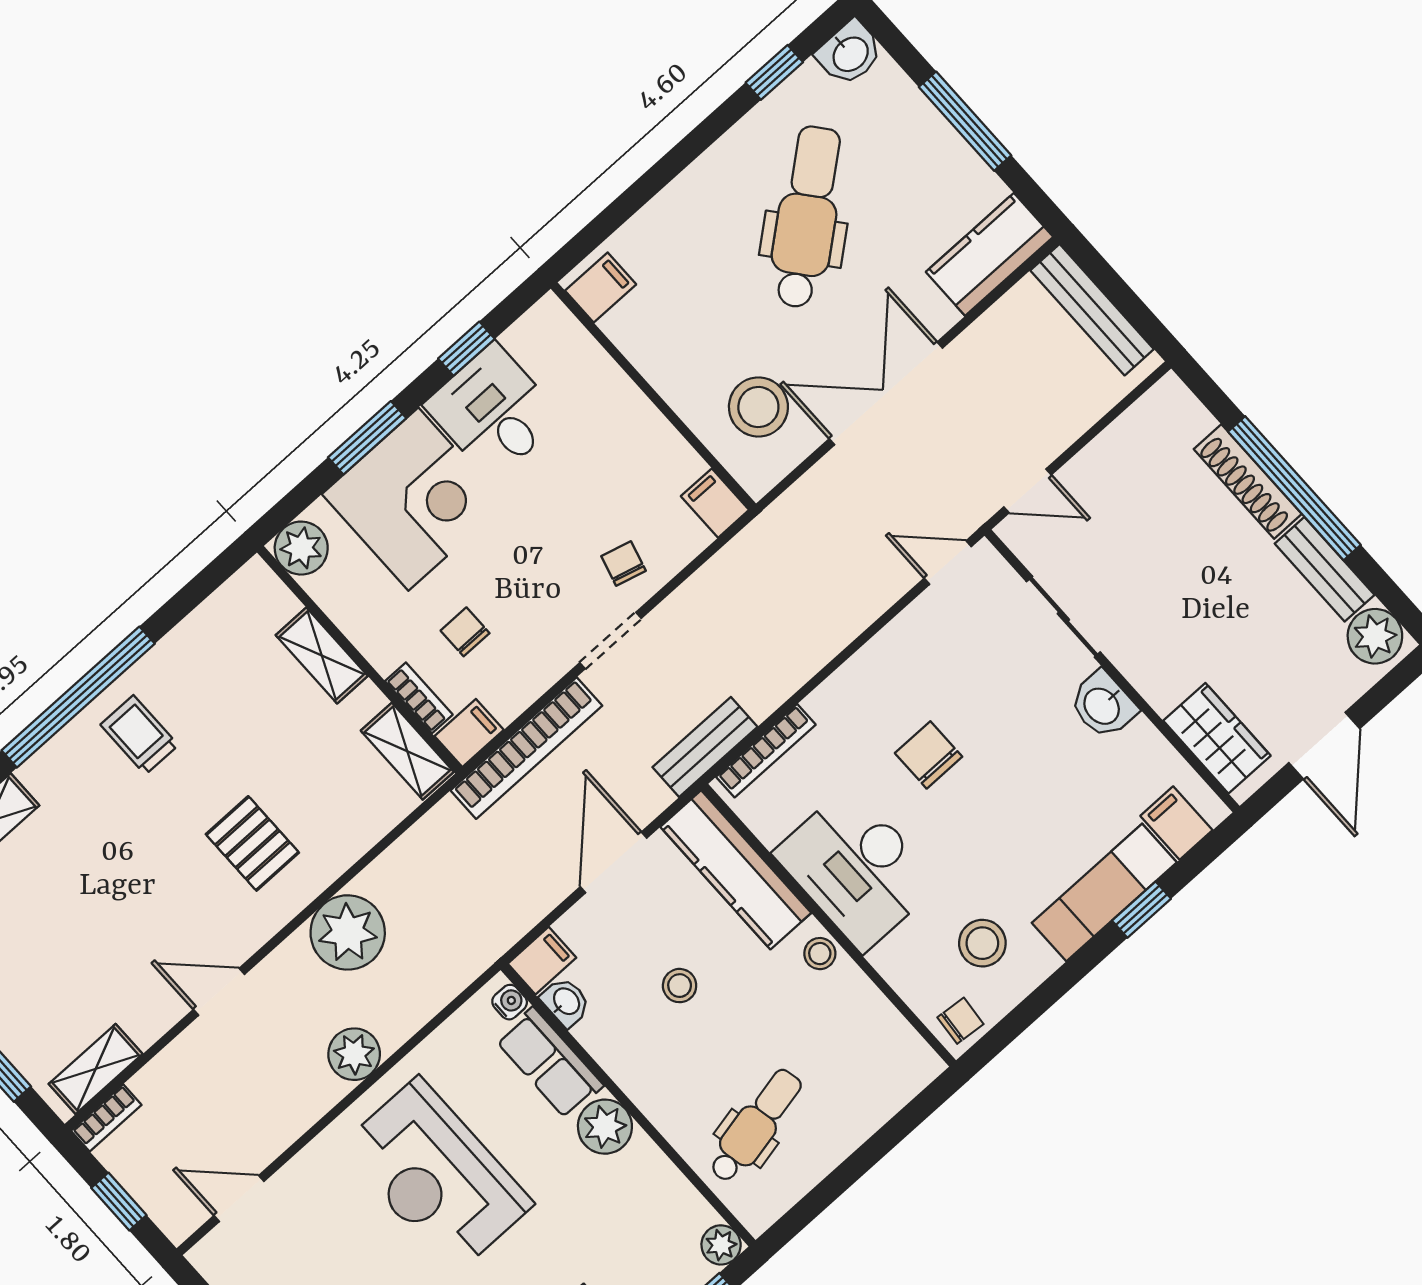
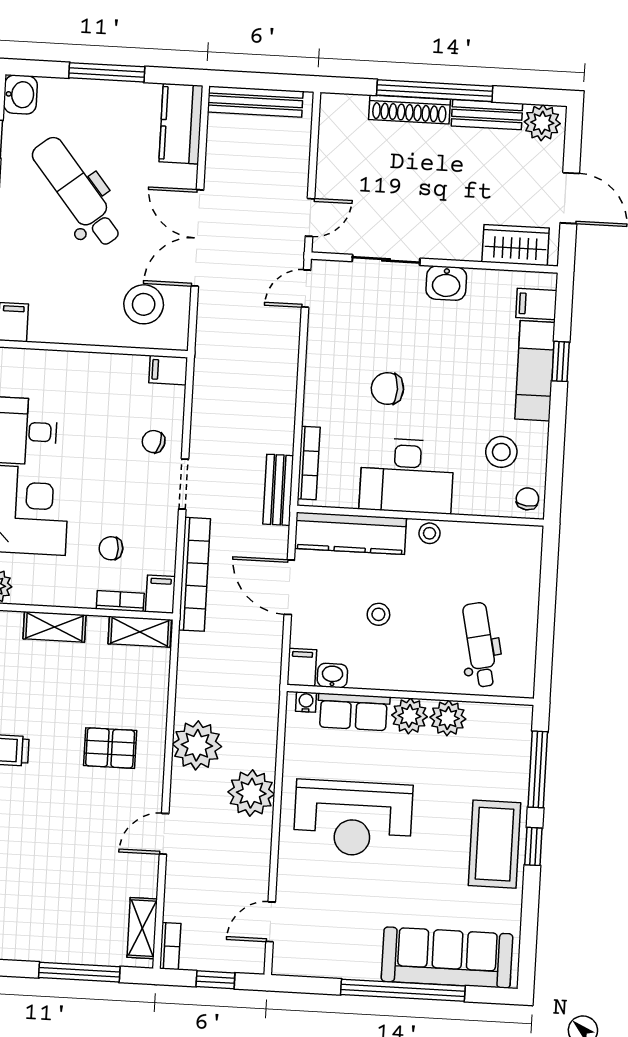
plant: (354, 1054) -> (251, 793), width x1.36, depth x1.36
plant: (721, 1245) -> (448, 718), moved, width x1.38, depth x1.38

